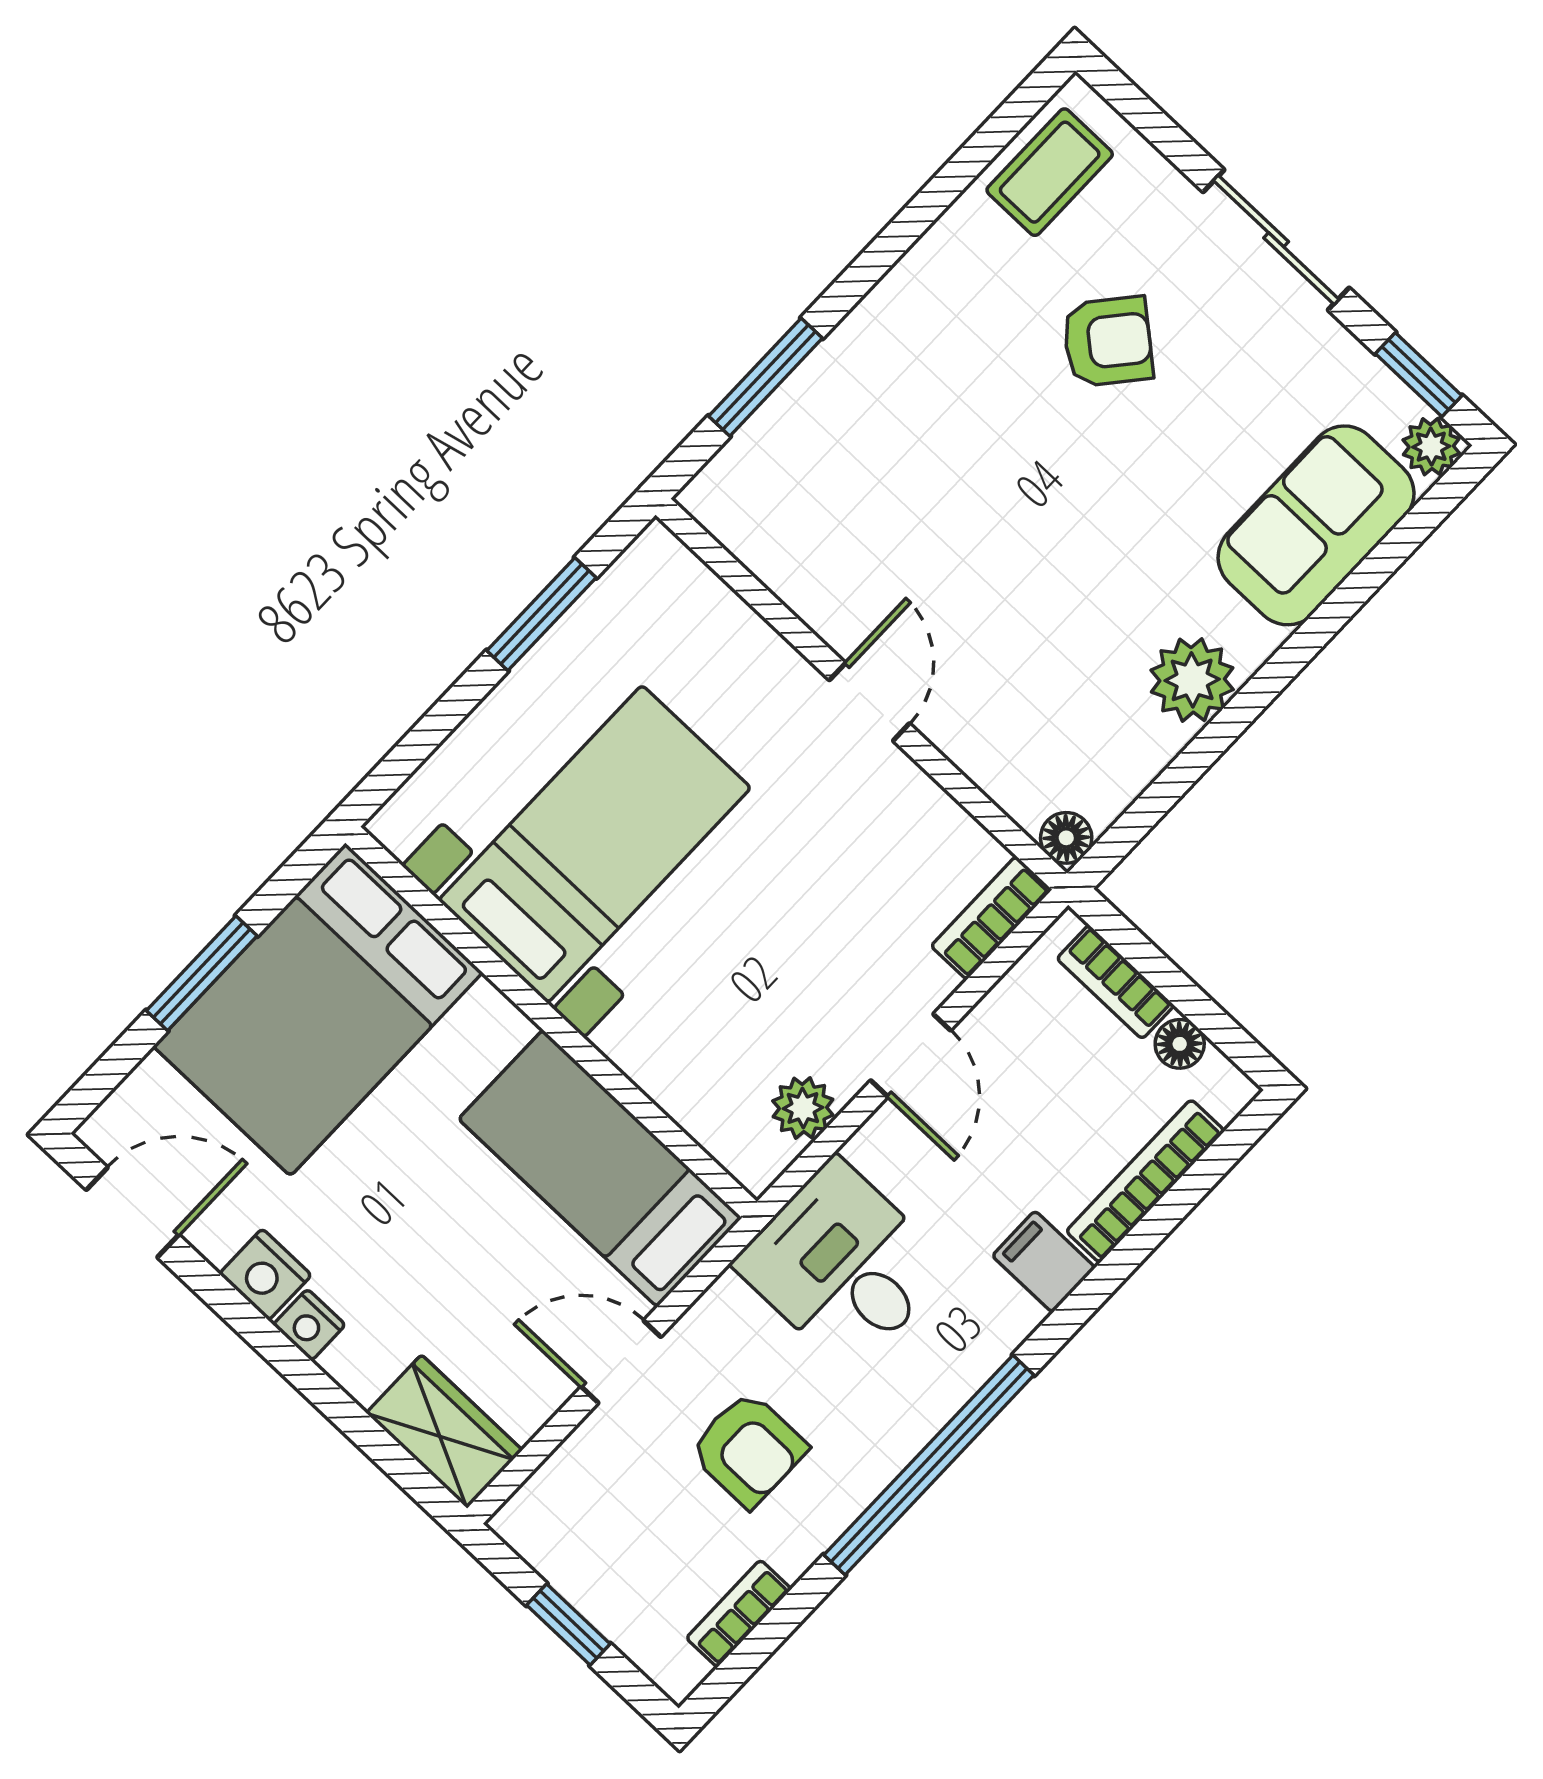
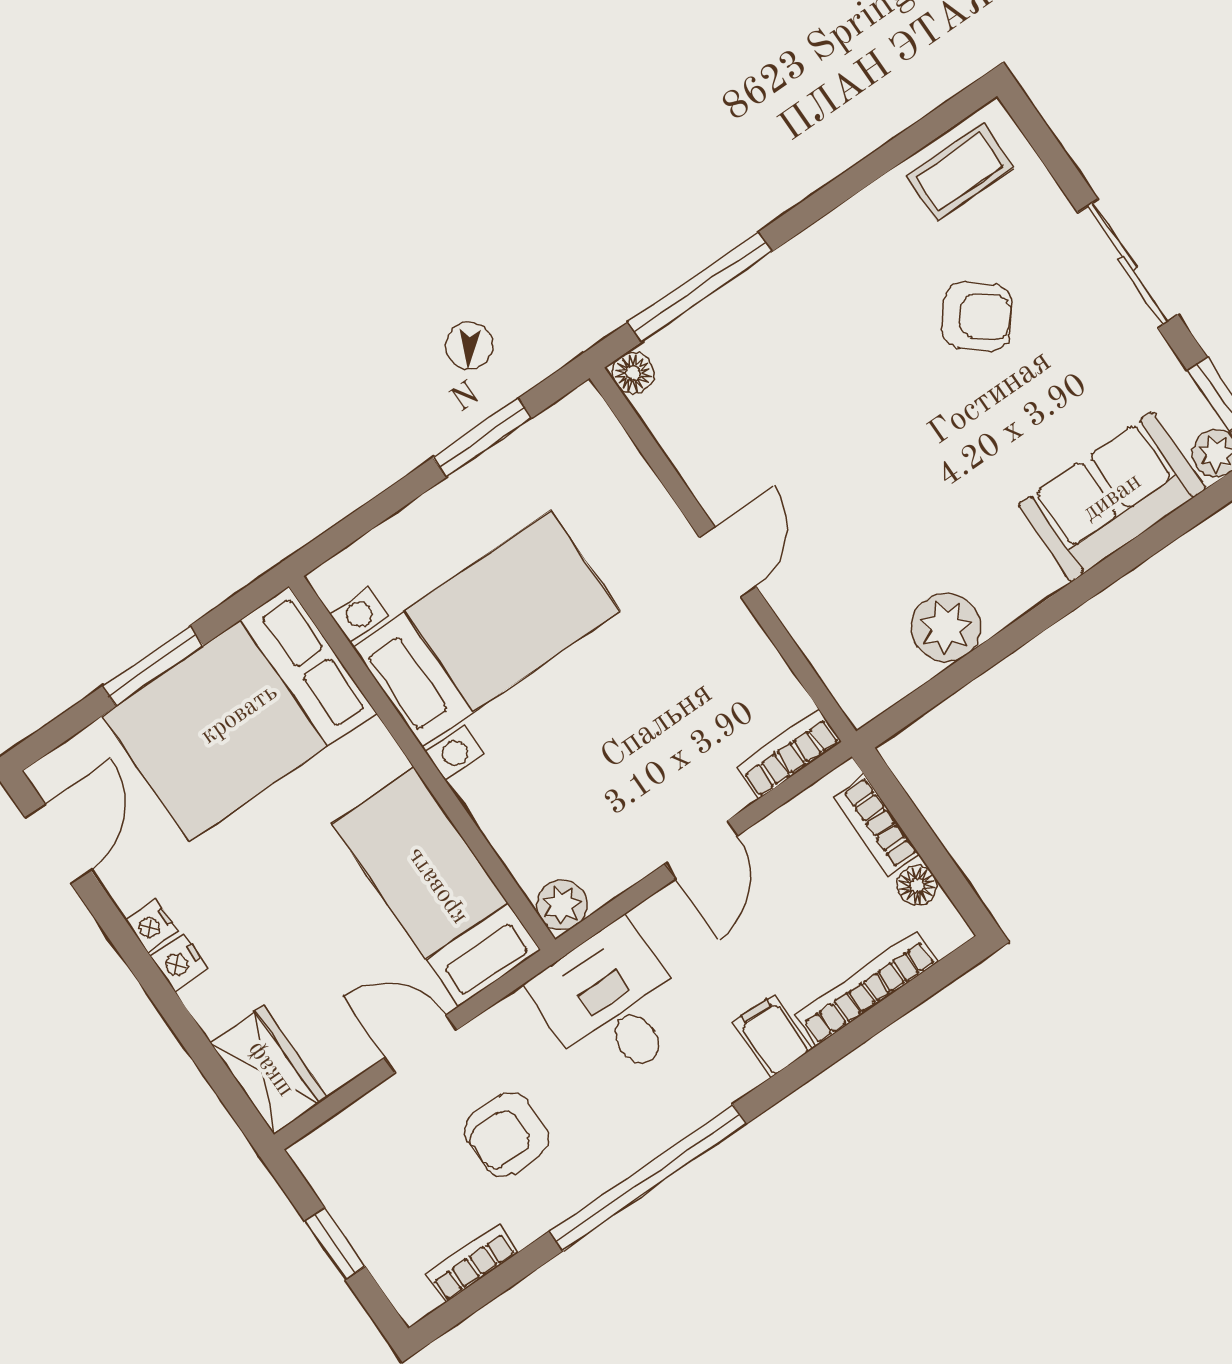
window: (766, 377) -> (700, 287), width x1.44
plant: (1192, 680) -> (946, 627), moved
floor lamp: (1066, 838) -> (633, 373), moved
plant: (803, 1108) -> (562, 905), moved
door: (133, 1212) -> (58, 844), hinge flipped
nightstand: (265, 1275) -> (152, 926), width x0.72, depth x0.74
armchair: (748, 1449) -> (507, 1135), turned 90

